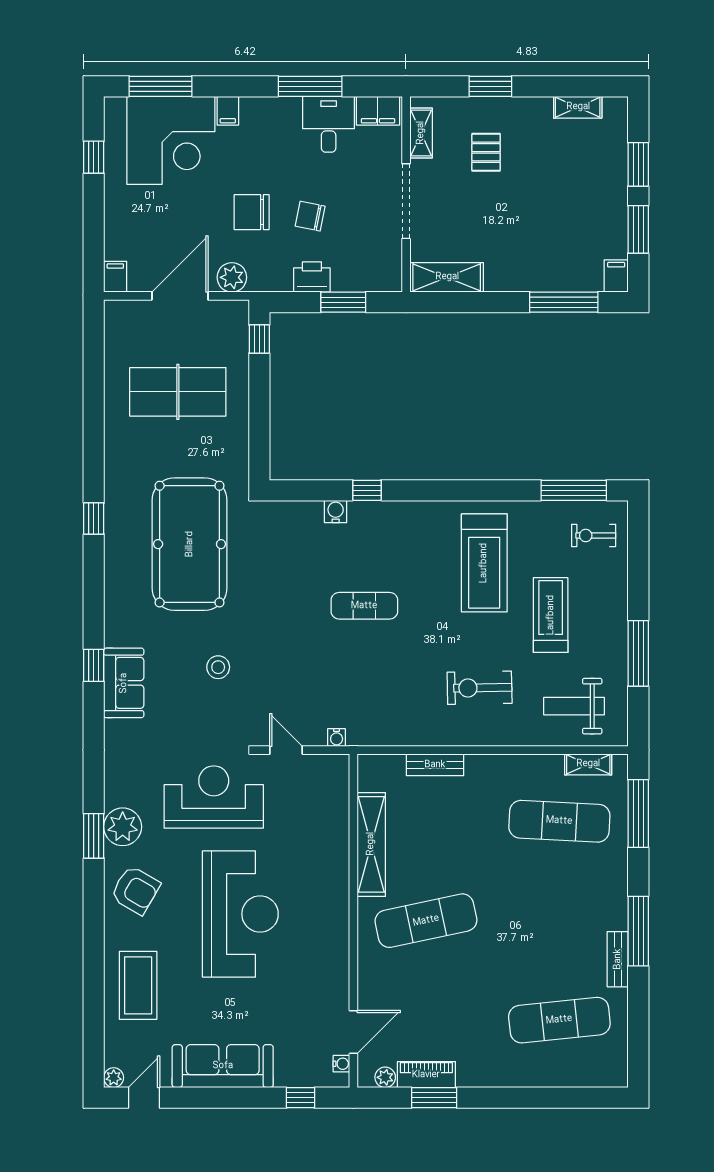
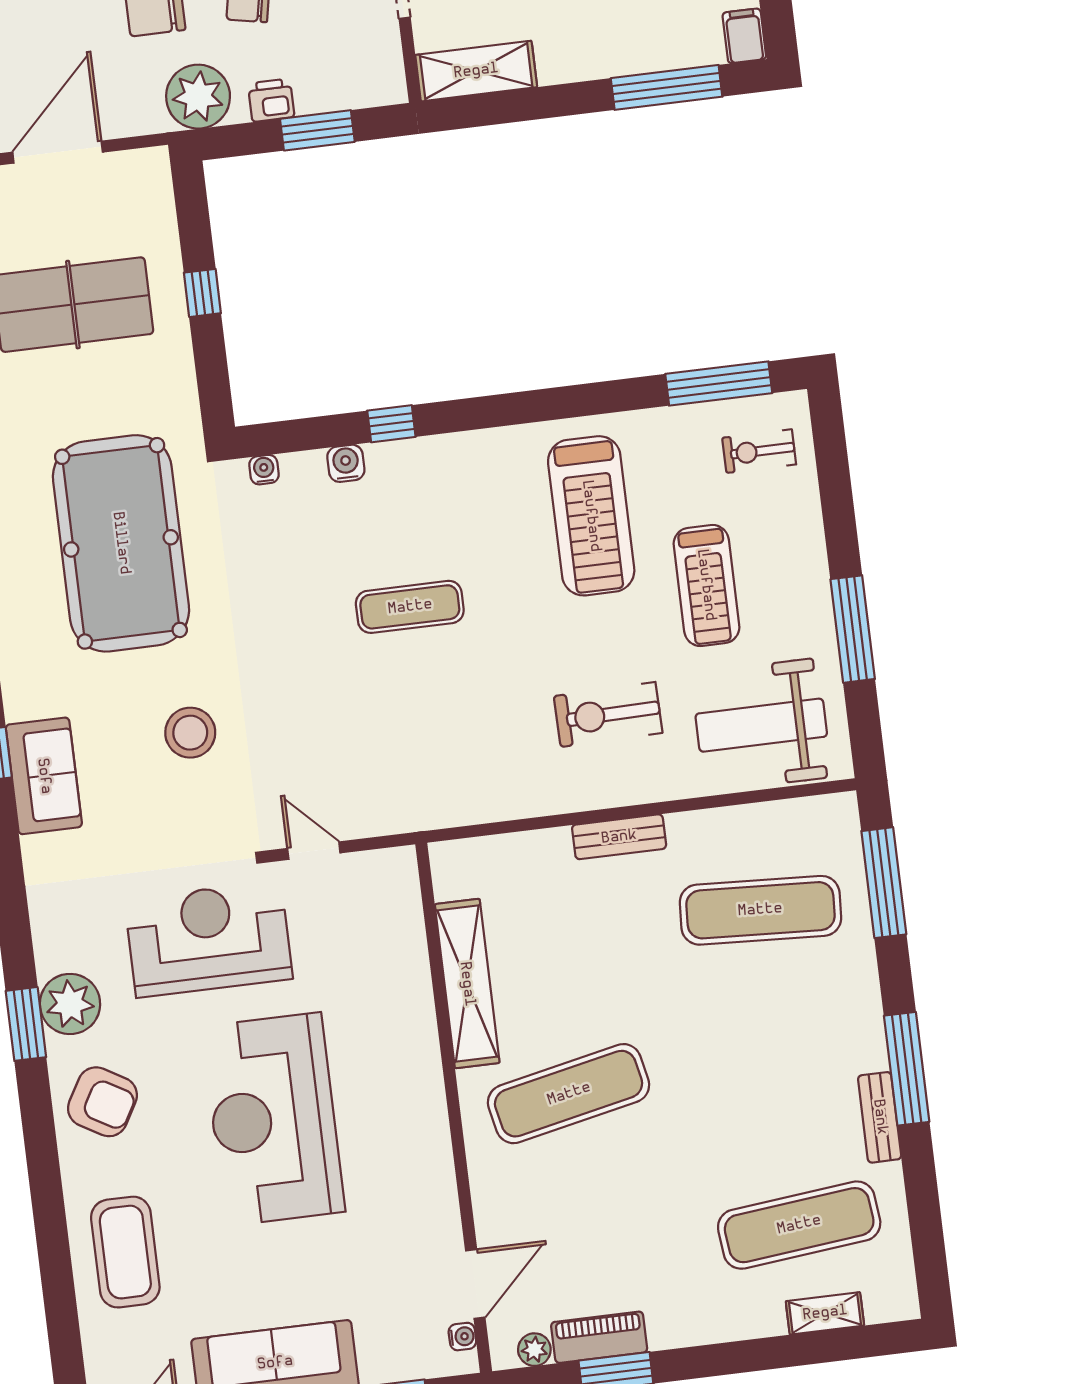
plant: (232, 277) -> (198, 97), moved, width x1.36, depth x1.36
printer: (312, 277) -> (271, 100), width x0.73, depth x0.81
window: (259, 339) -> (202, 293), moved
treadmill: (551, 615) -> (706, 585), turned 180
stool: (218, 667) -> (190, 733), width x1.38, depth x1.38
weight bench: (574, 706) -> (761, 725), width x1.36, depth x1.33
water cooler: (337, 737) -> (264, 470), moved, turned 180
shelving: (588, 764) -> (825, 1313), moved
bench: (435, 765) -> (619, 837), moved
reception desk: (240, 914) -> (273, 1119), turned 180

